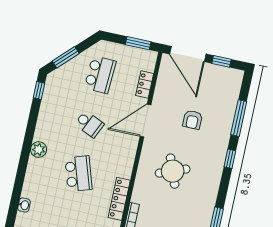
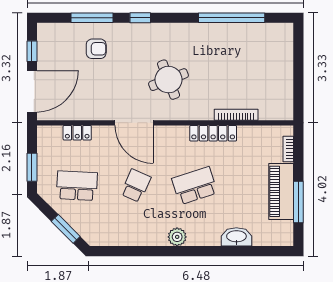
window: (138, 43) -> (32, 167), moved
window: (39, 91) -> (110, 251), removed
armchair: (192, 120) -> (96, 49), moved
door: (145, 121) -> (134, 123), moved
washbasin: (24, 205) -> (236, 237), width x1.91, depth x1.45

